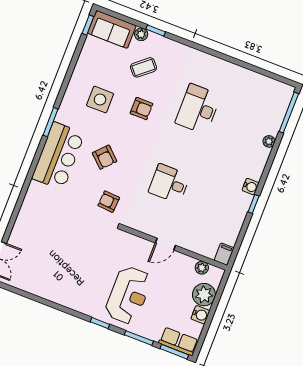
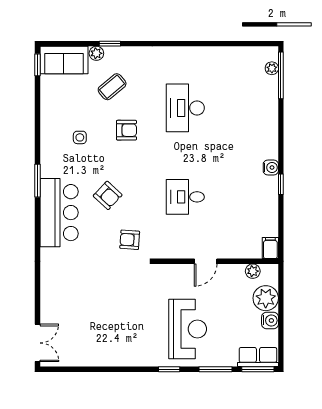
side table: (100, 100) -> (80, 137), width x0.54, depth x0.54
plant: (269, 141) -> (272, 68), moved

